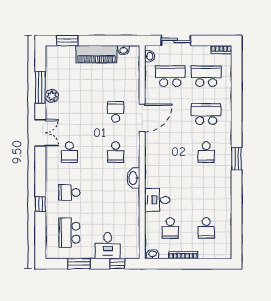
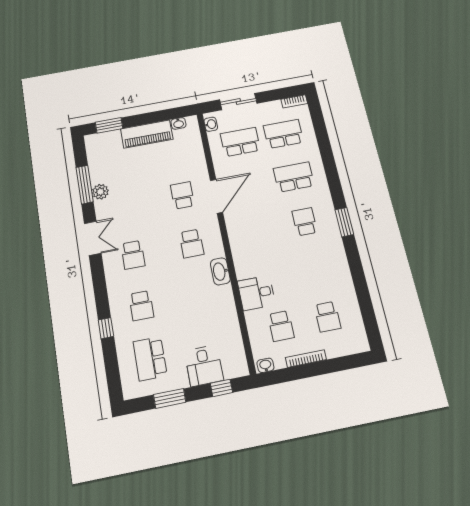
school desk: (206, 152) -> (305, 222), turned 180
school desk: (69, 192) -> (141, 306), turned -90

